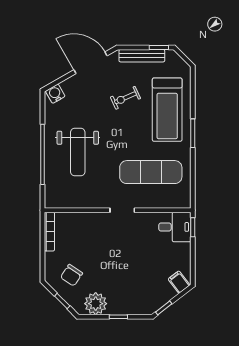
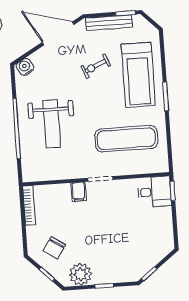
filing cabinet: (179, 282) -> (79, 192), moved, turned -142

